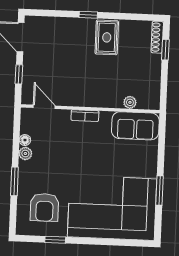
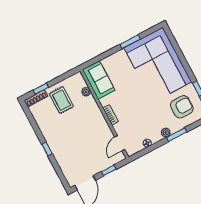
rug: (107, 37) -> (61, 100), moved, turned 90
plant: (25, 153) -> (166, 132), moved

